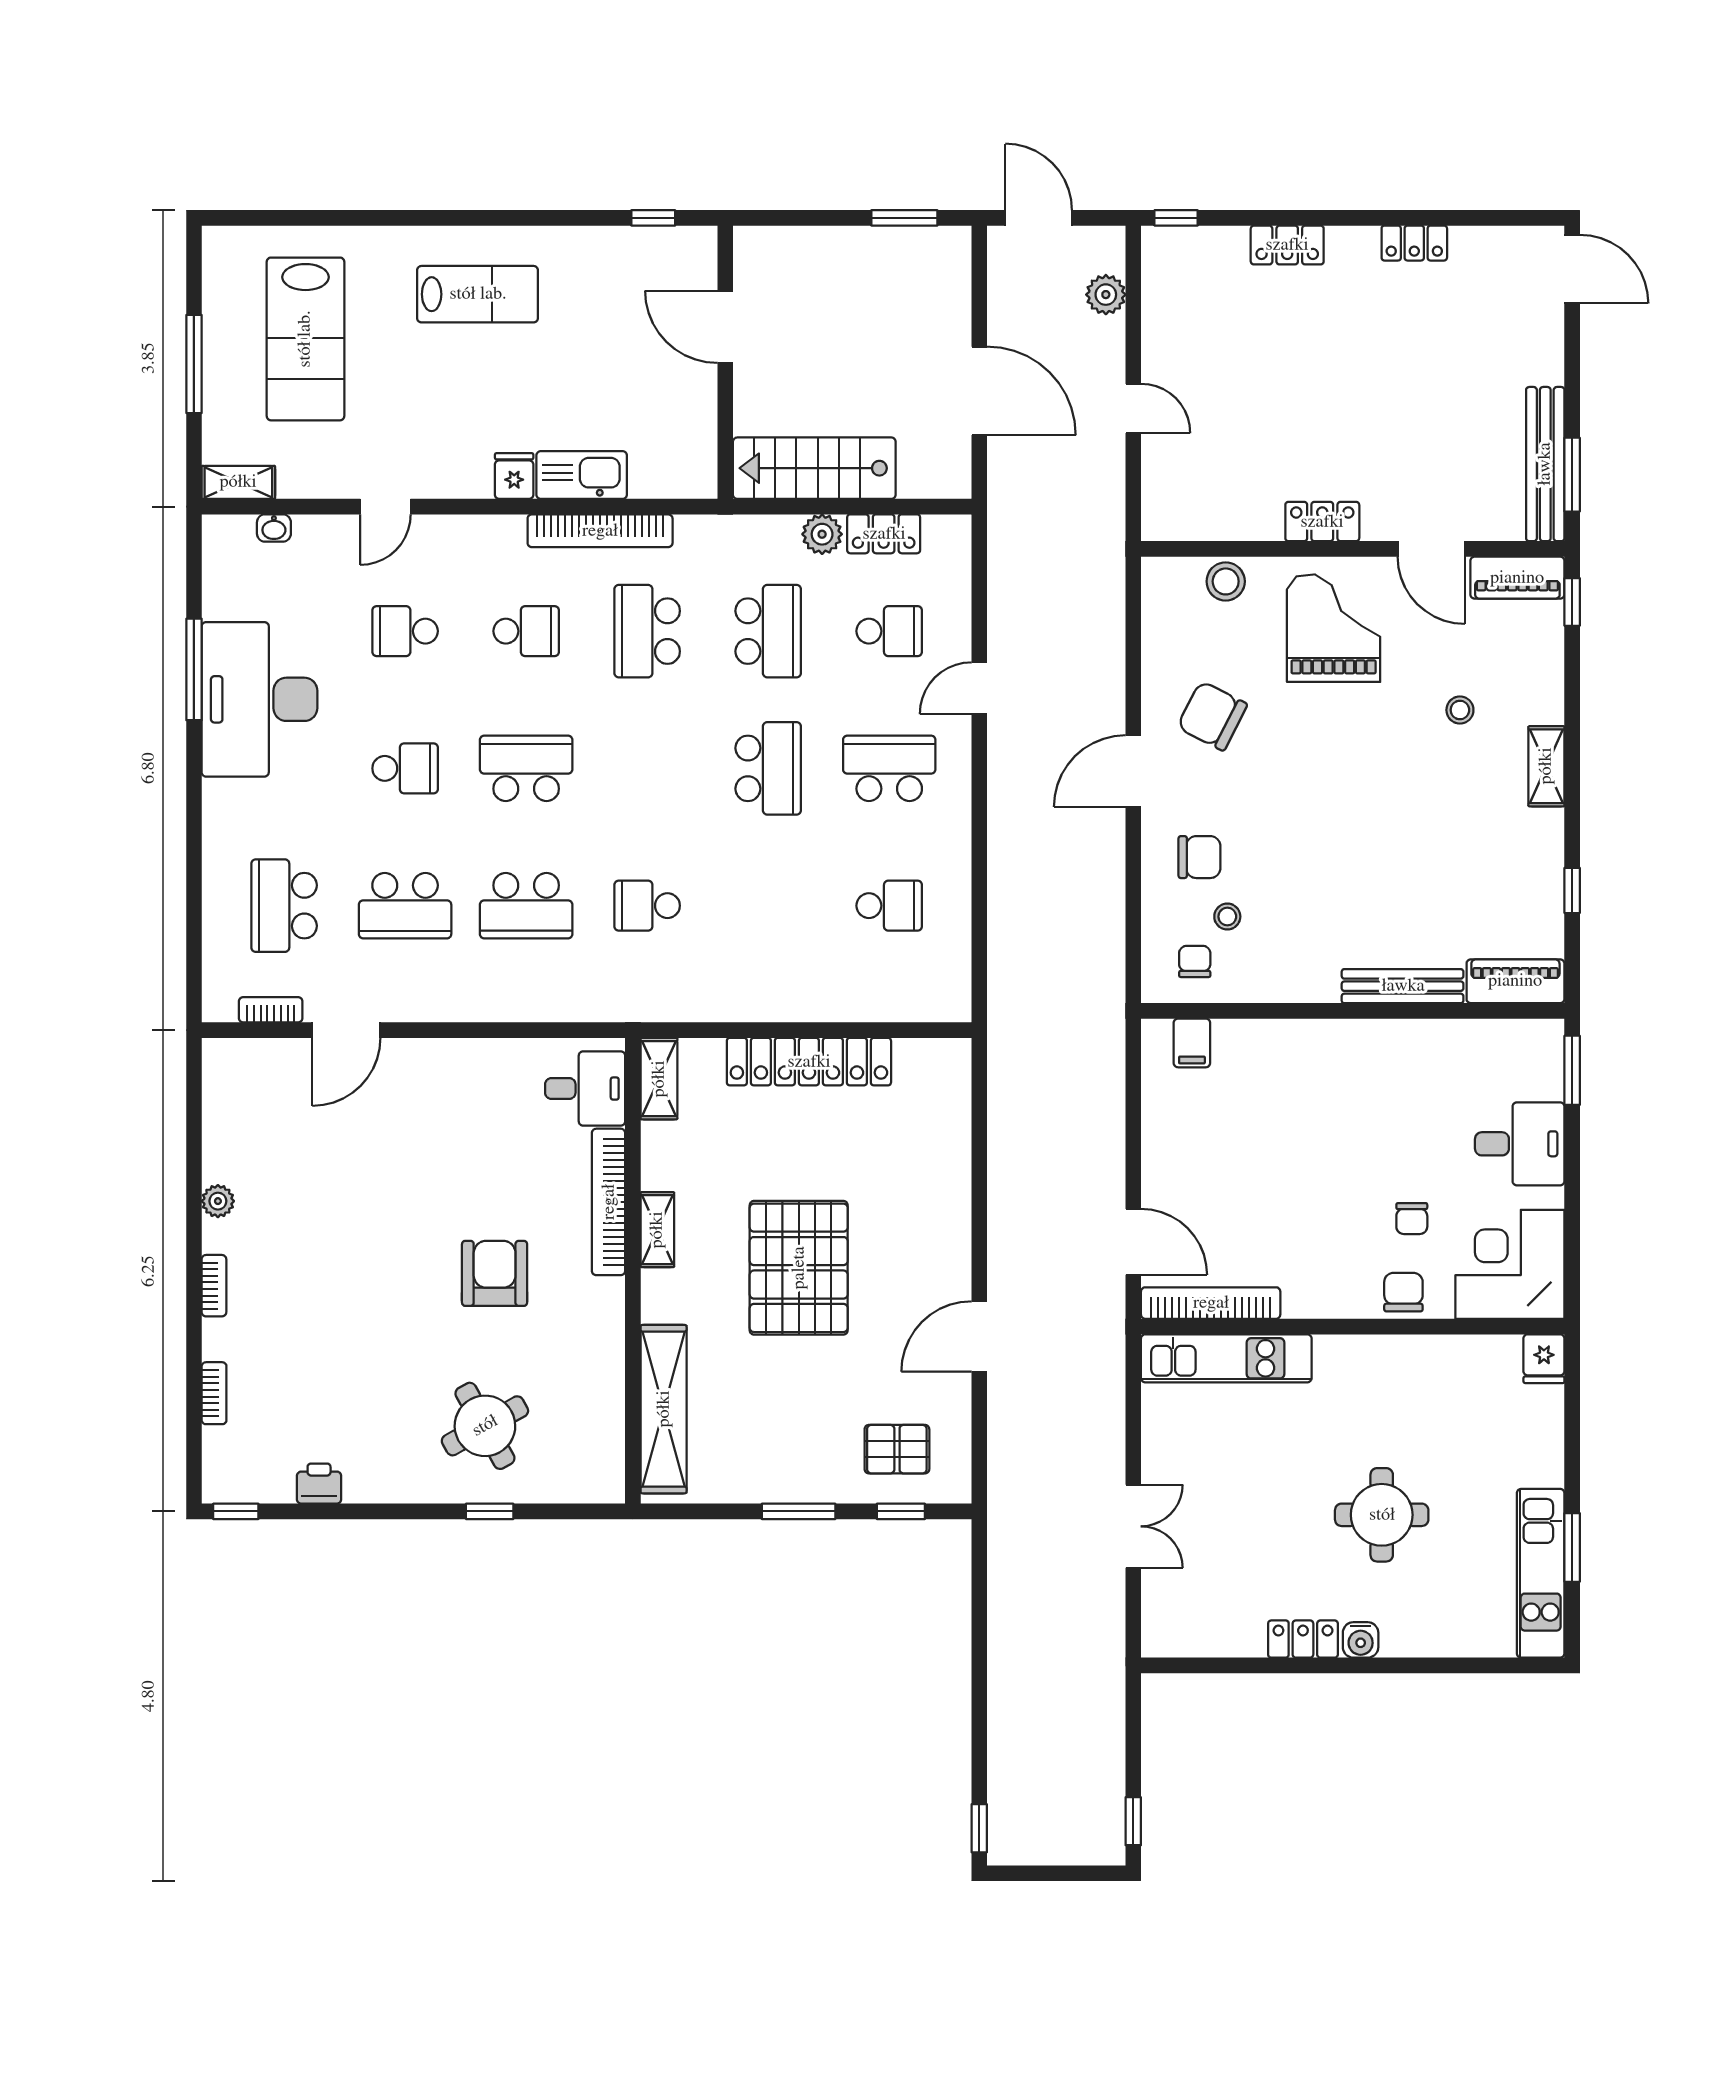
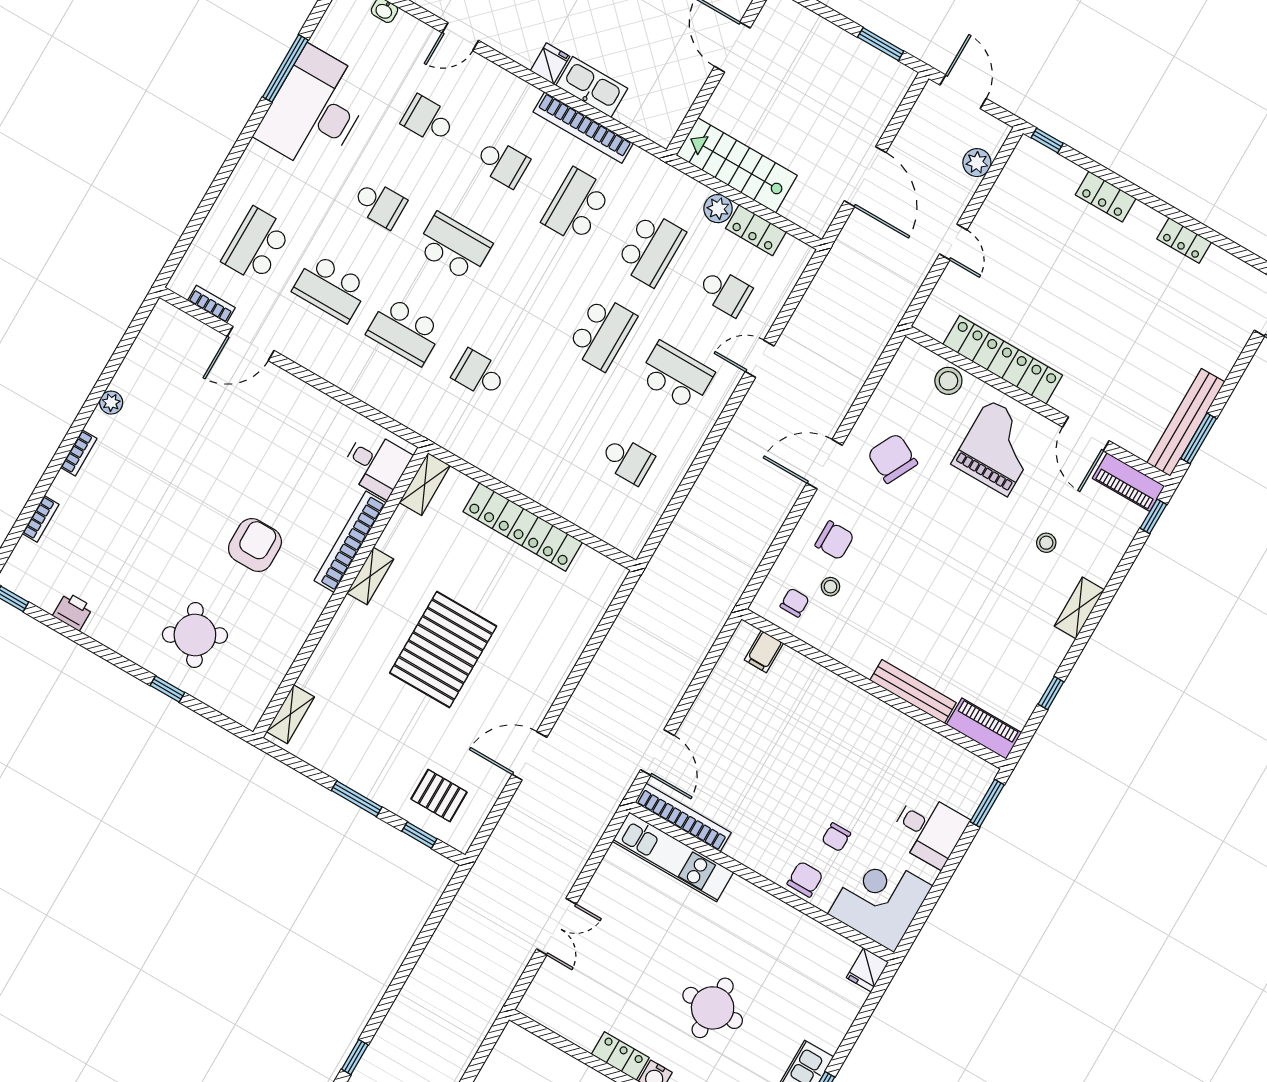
locker: (1322, 522) -> (1003, 360), width x2.16, depth x1.21
shelving: (664, 1409) -> (290, 714), width x0.45, depth x0.75

